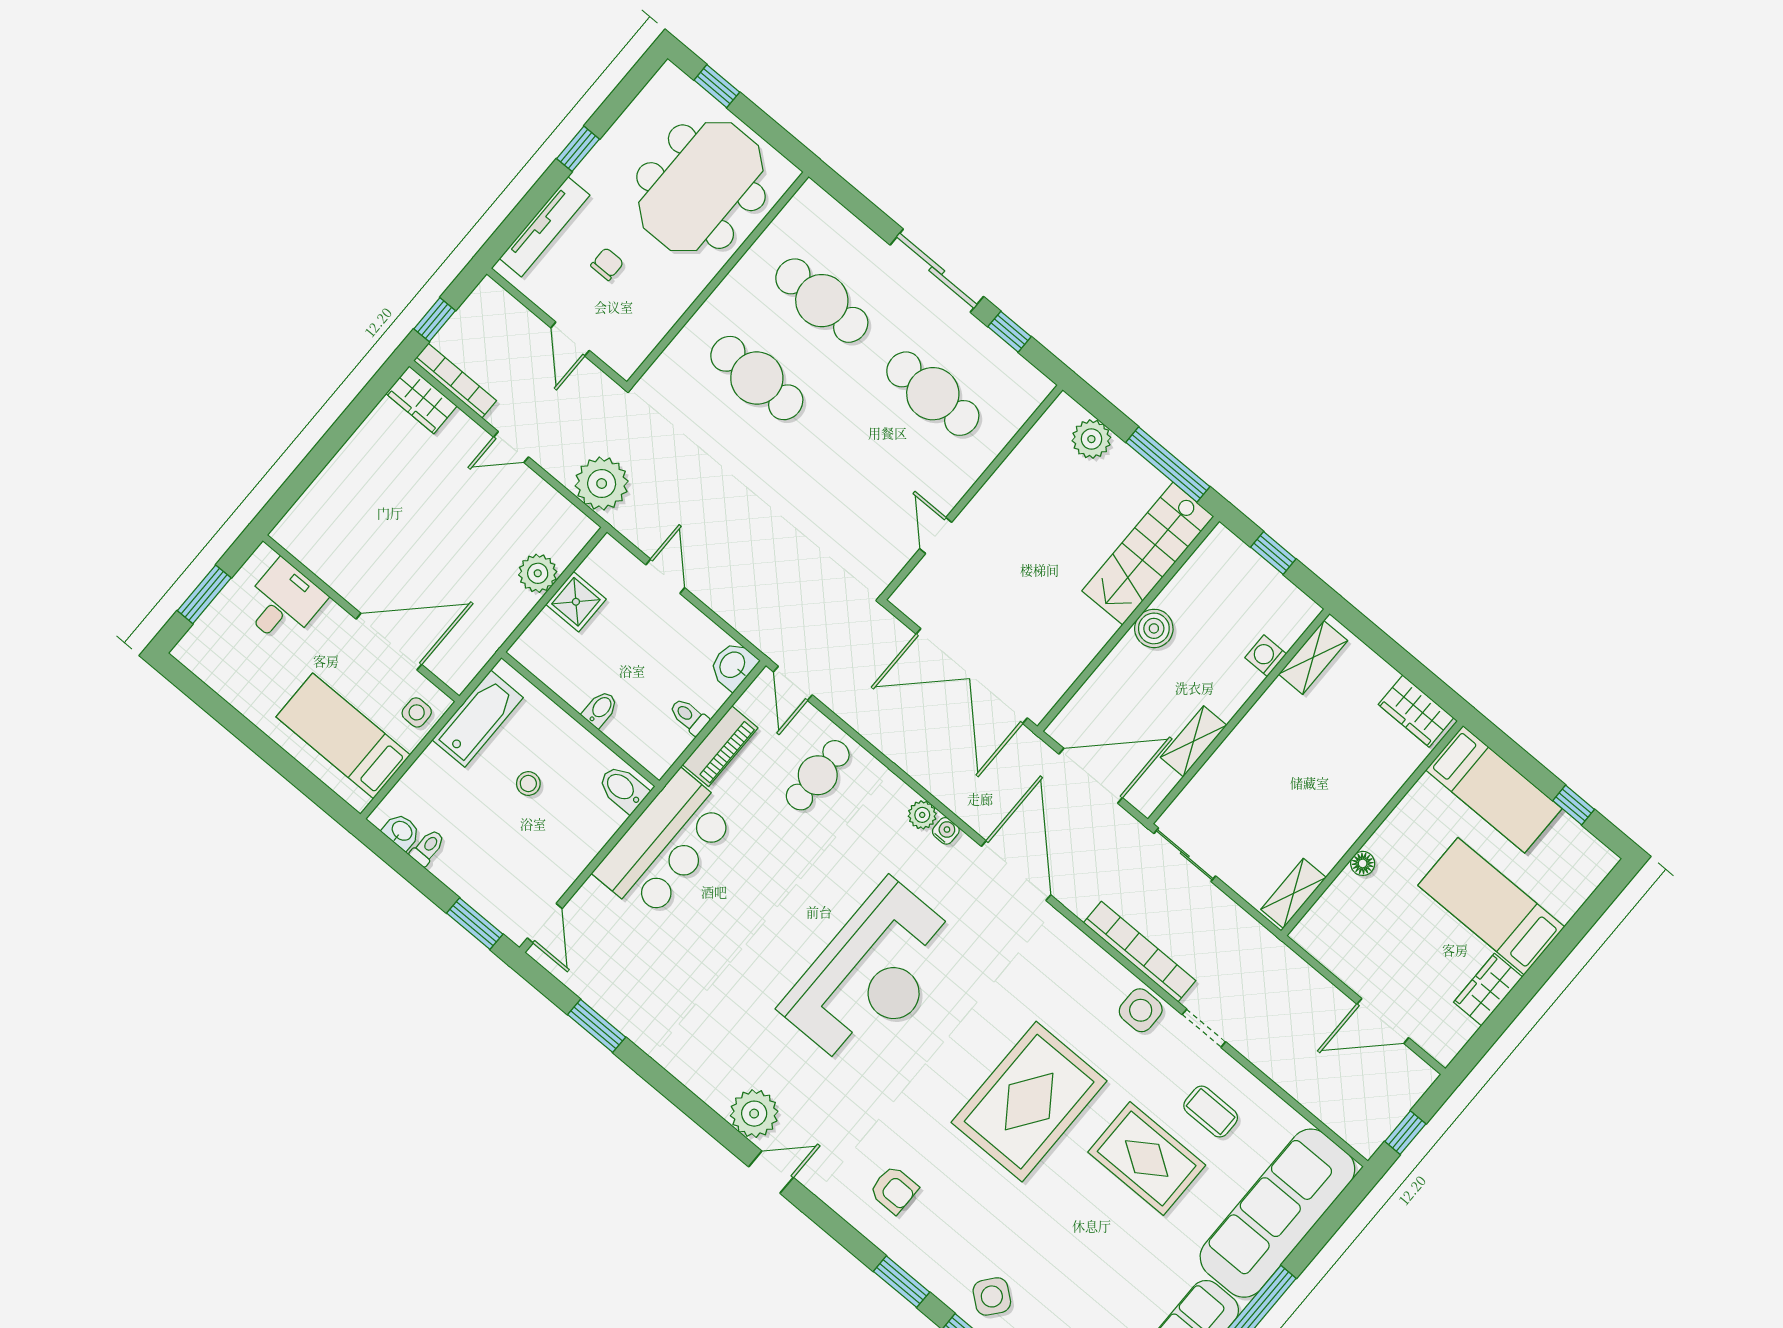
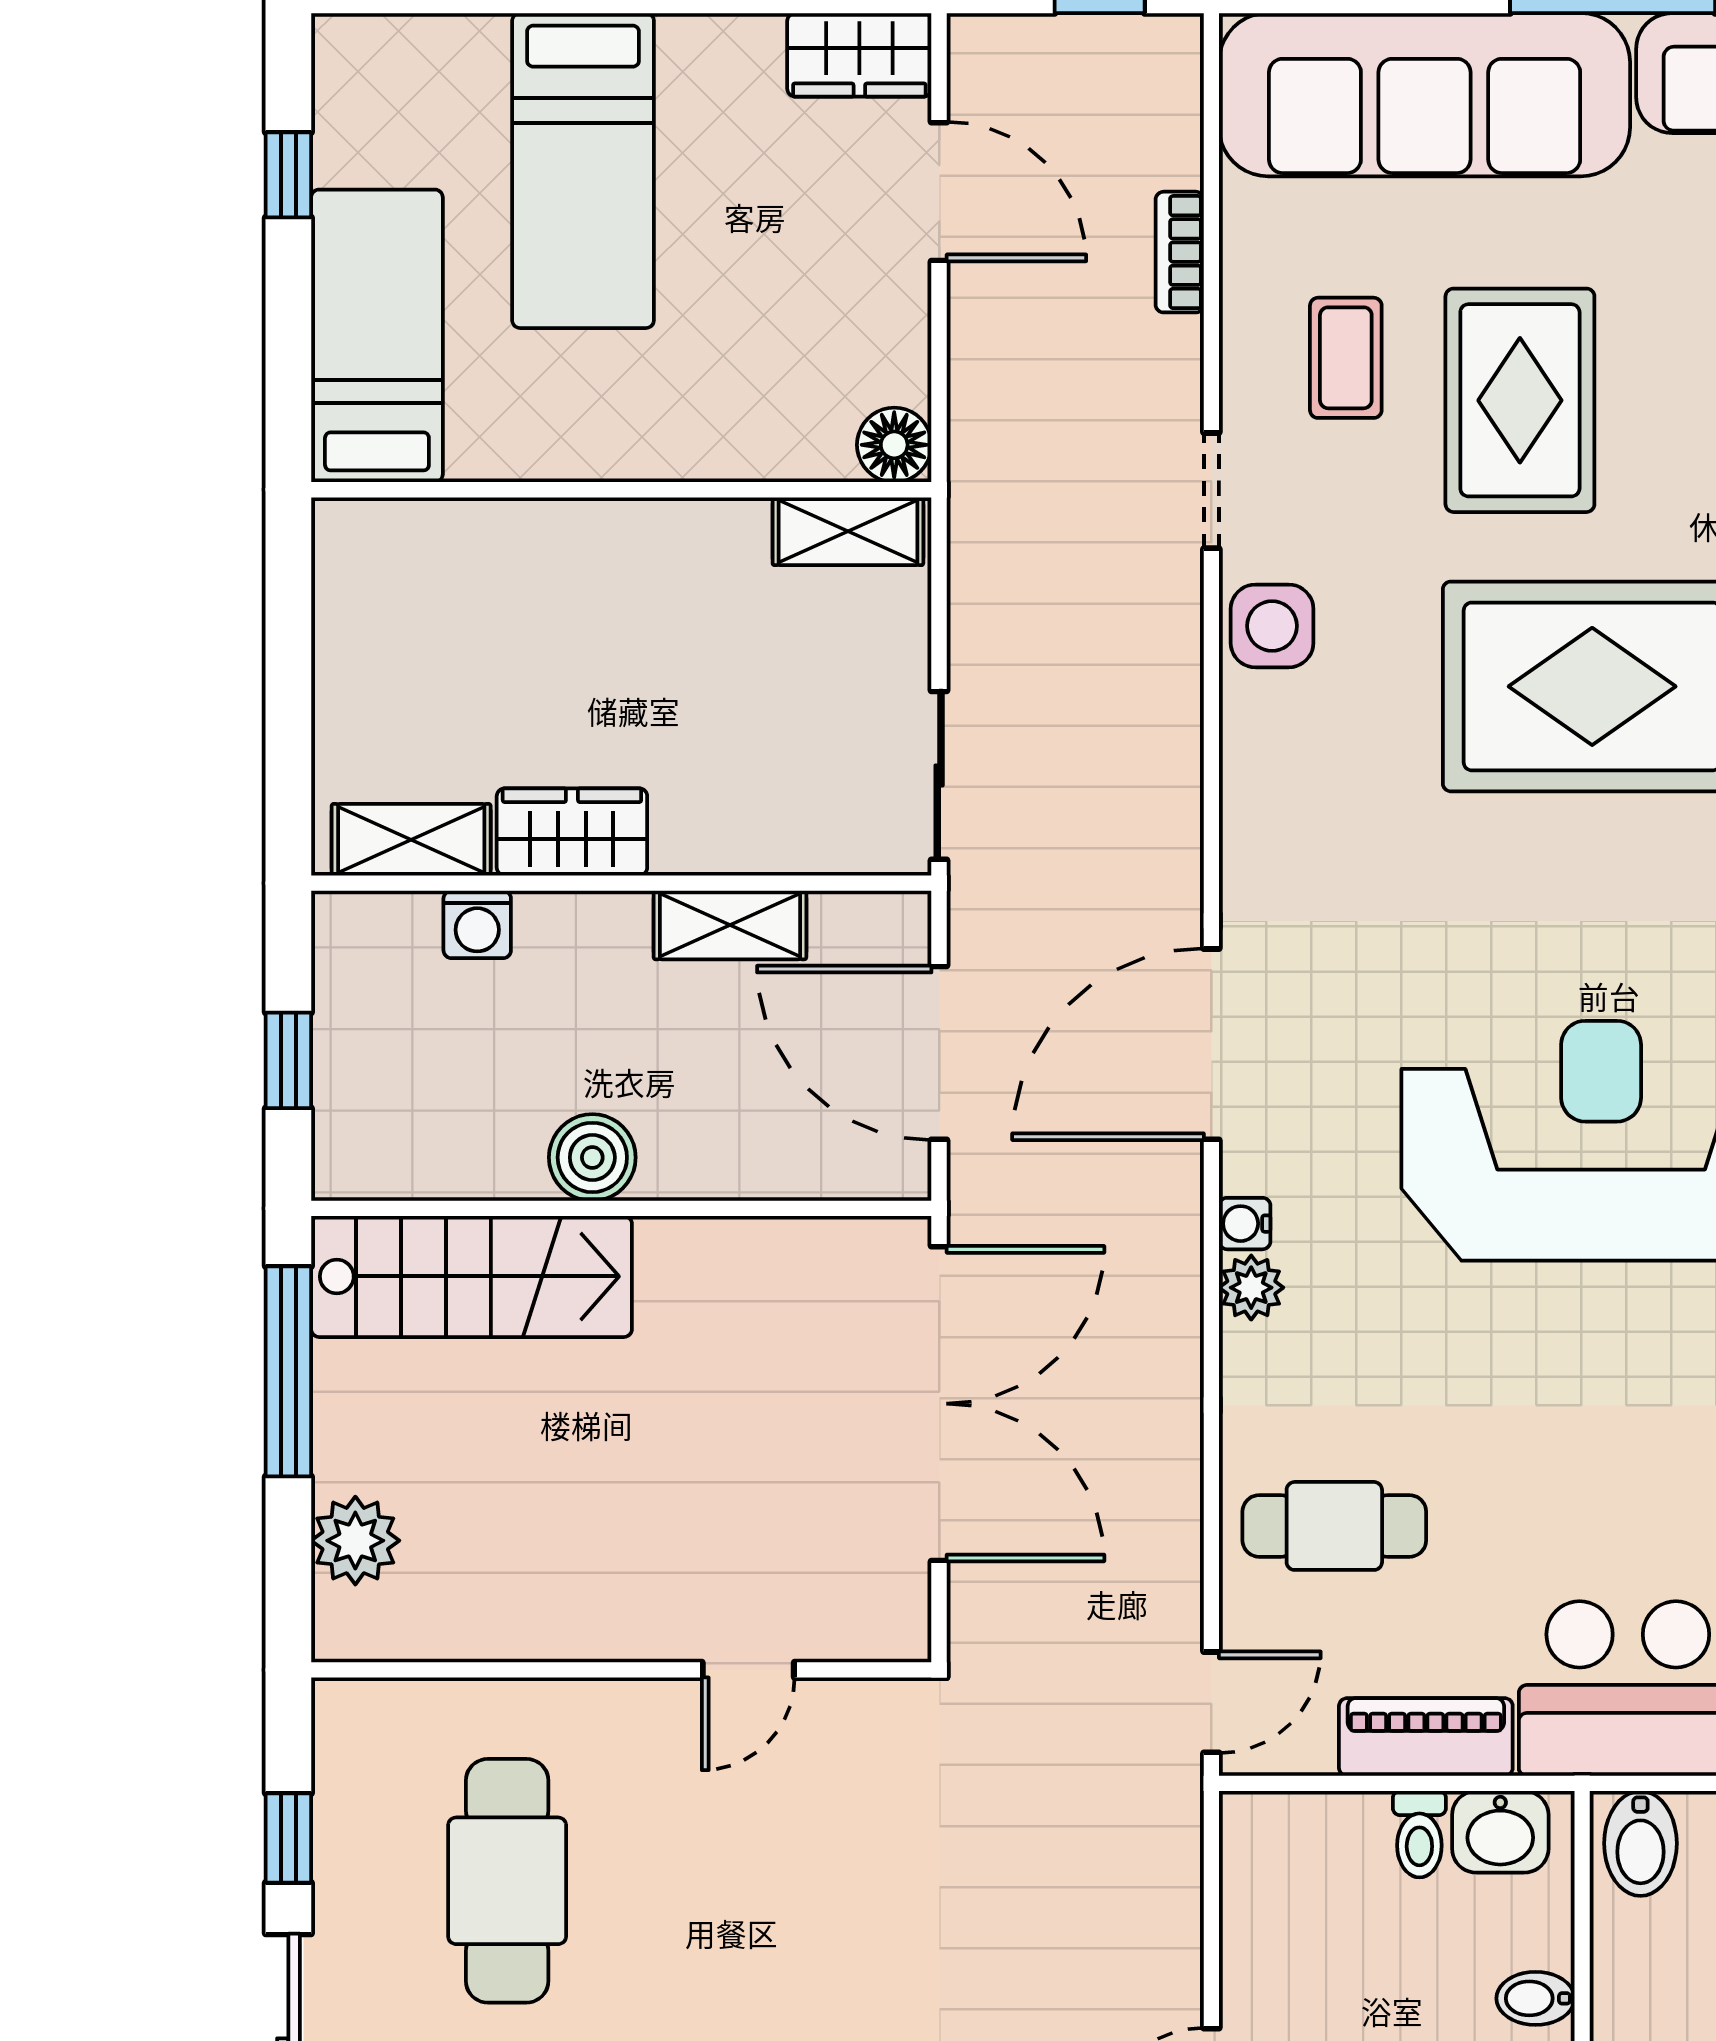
washbasin: (733, 665) -> (1500, 1832), moved
wardrobe: (1416, 711) -> (572, 832), moved, turned -90
floor lamp: (1363, 863) -> (894, 445), moved, width x1.37, depth x1.37
bookcase: (1140, 952) -> (1180, 252), moved, width x0.43, depth x0.76
wardrobe: (1488, 990) -> (859, 55), moved

